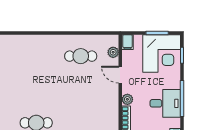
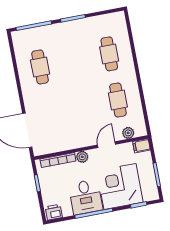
corner desk: (162, 53) -> (120, 186), moved, turned 90
cafe table: (36, 56) -> (109, 54), added

